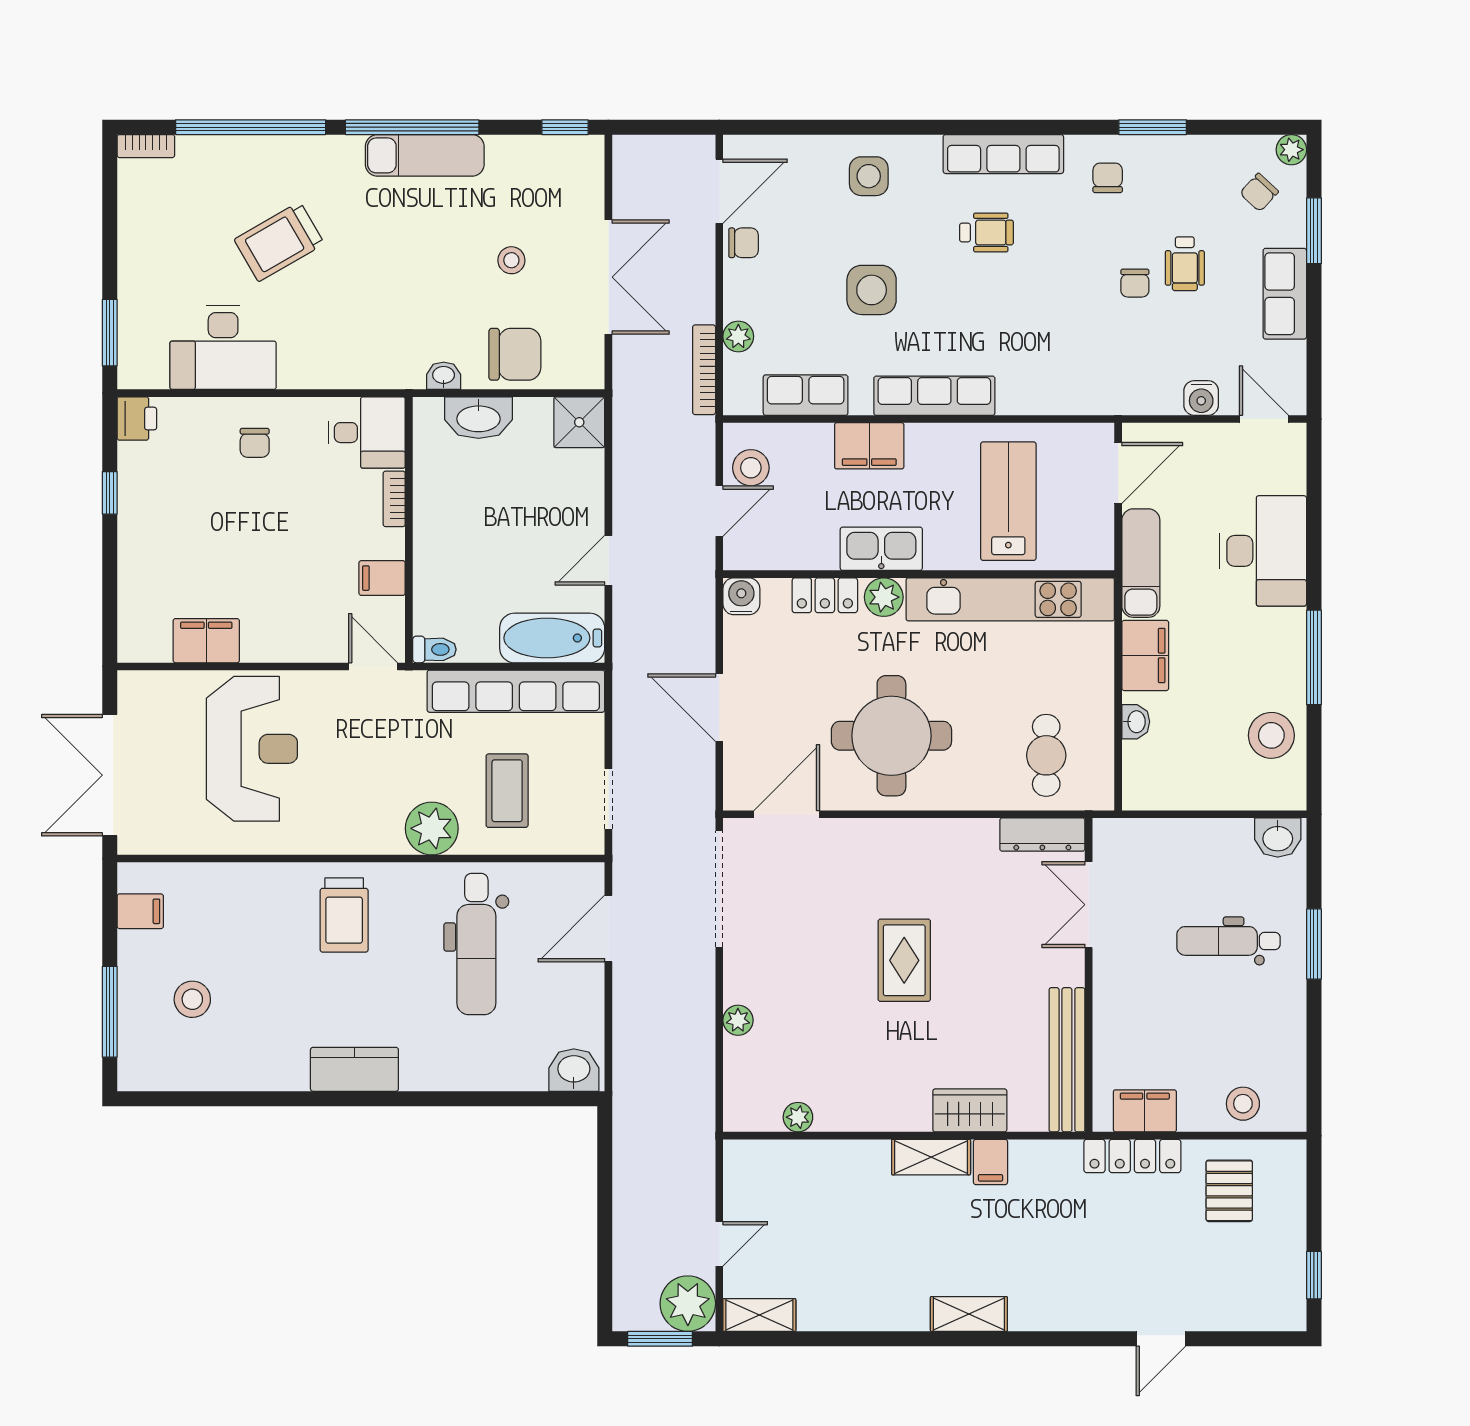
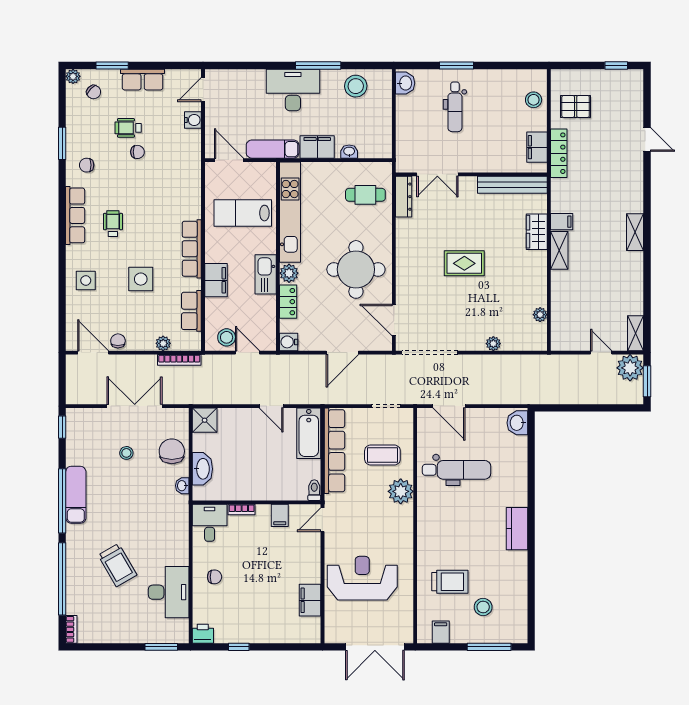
wheelchair: (1185, 264) -> (128, 128), turned 180
desk: (1263, 551) -> (293, 90), moved
trolley: (344, 915) -> (450, 582), moved

